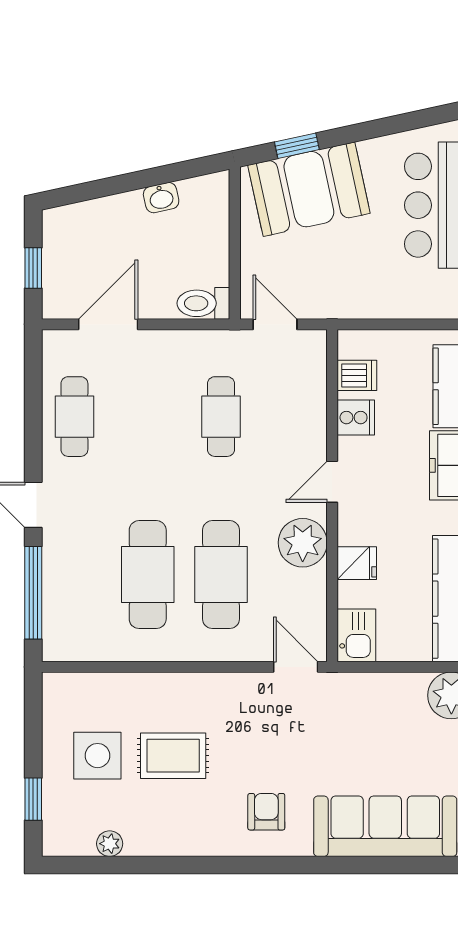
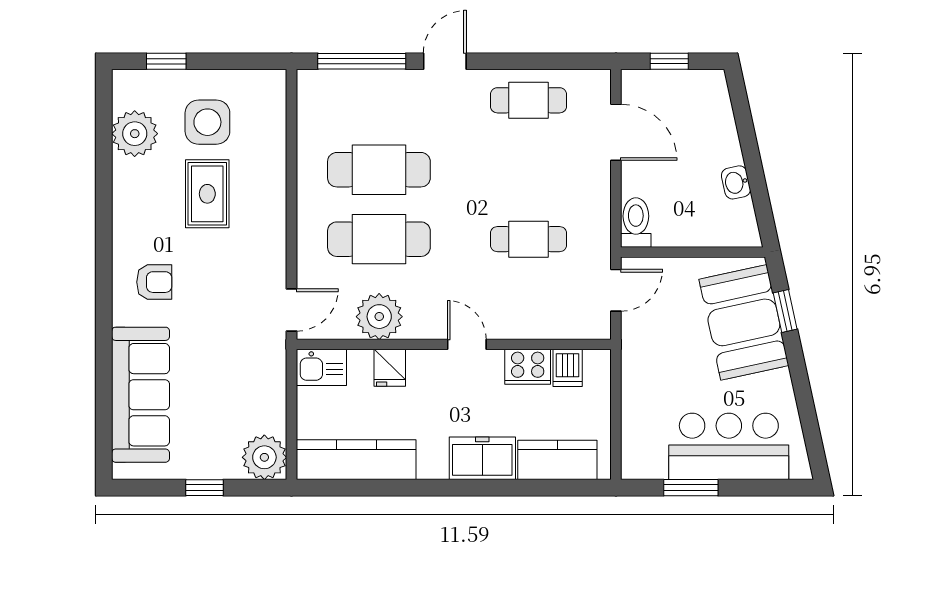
cooker: (356, 418) -> (528, 367), width x1.36
plant: (303, 543) -> (379, 317), moved
plant: (110, 844) -> (135, 134), width x1.88, depth x1.88

